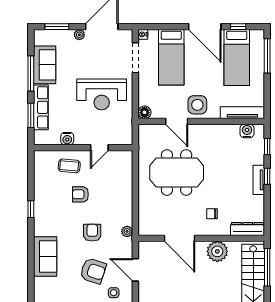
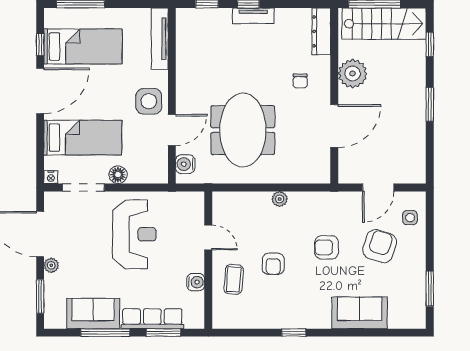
floor lamp: (145, 112) -> (118, 175), moved
water cooler: (247, 131) -> (185, 164), moved
plant: (127, 231) -> (280, 199), moved

